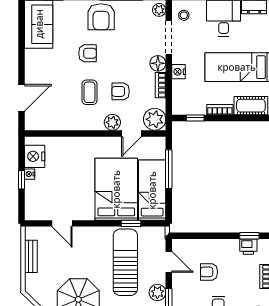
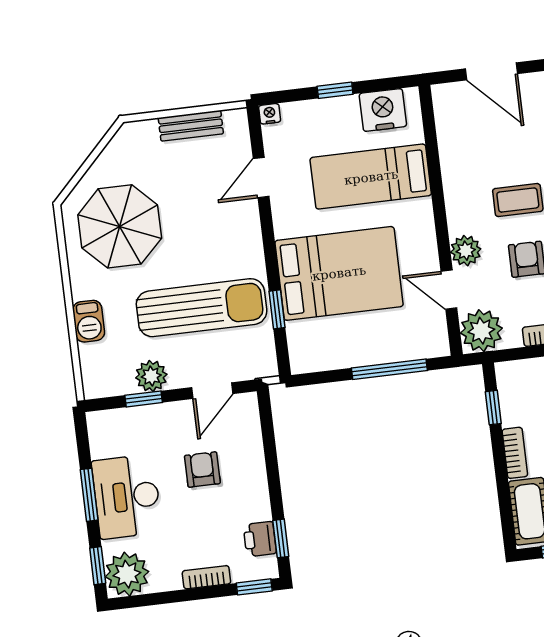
nightstand: (30, 174) -> (270, 114), moved
bed: (152, 190) -> (371, 177), moved, turned 180

